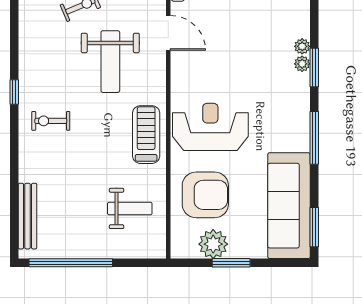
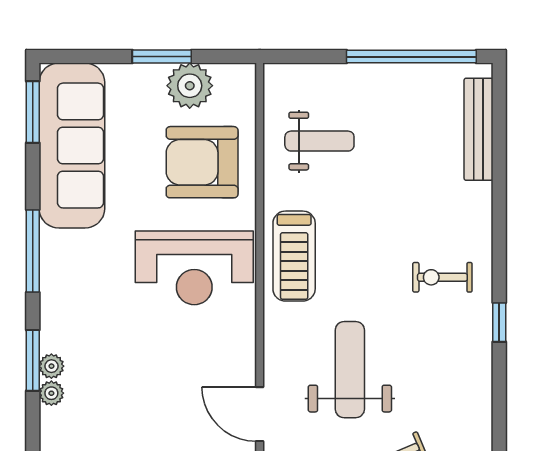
exercise bike: (51, 121) -> (442, 277), turned 180
weight bench: (130, 208) -> (319, 141), turned 180

